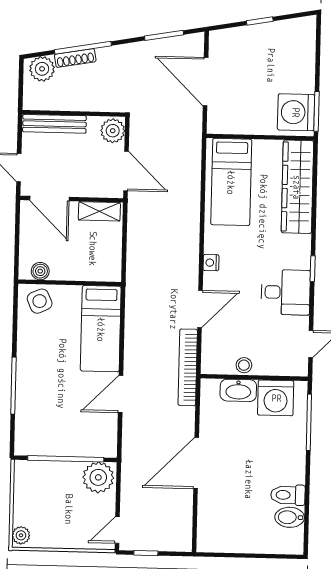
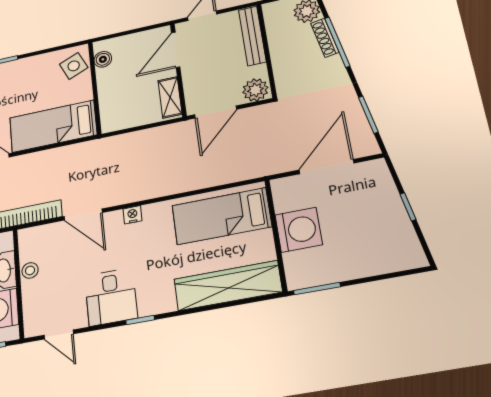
washing machine: (296, 112) -> (299, 230), moved, turned 90

